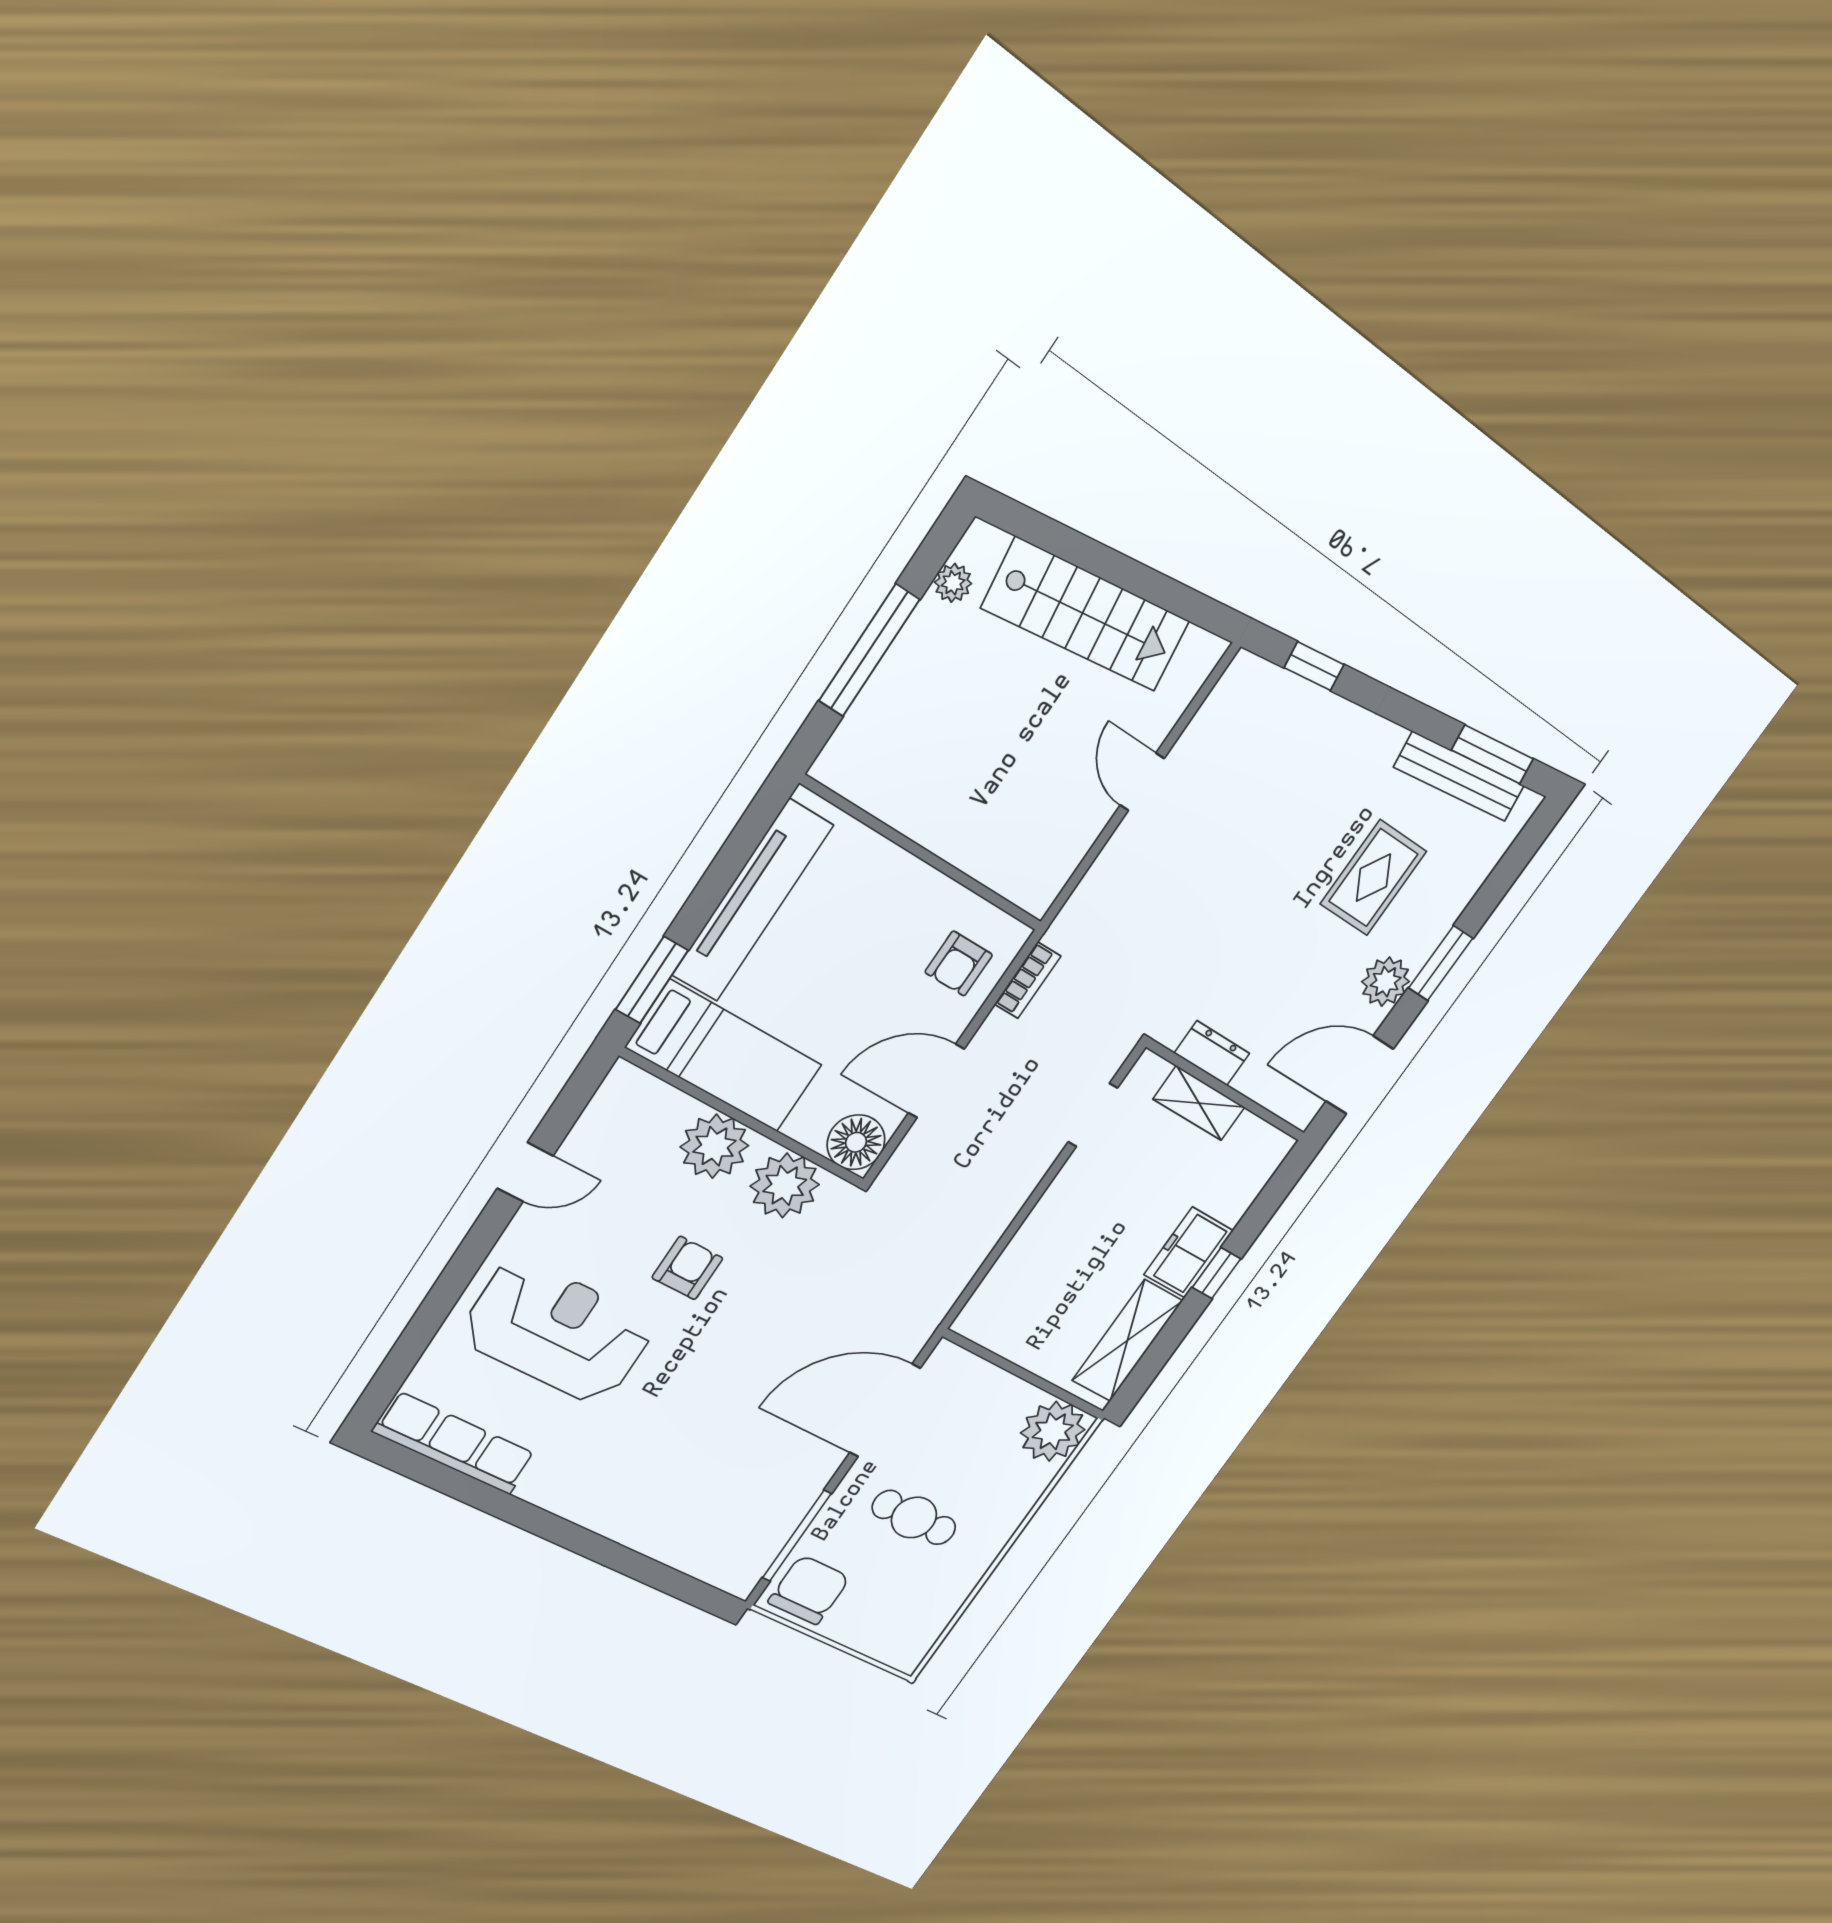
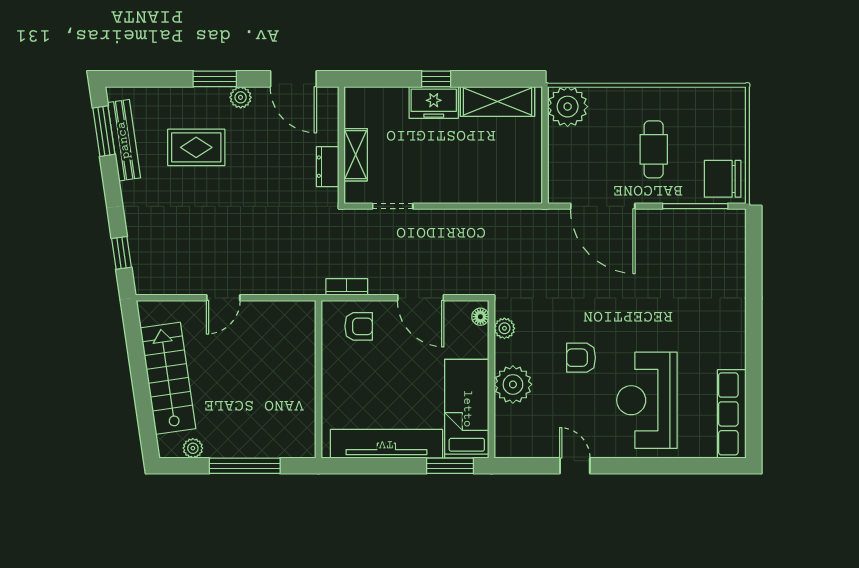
plant: (1386, 982) -> (241, 97), width x0.73, depth x0.73
floor lamp: (856, 1142) -> (480, 317), width x0.53, depth x0.53
plant: (785, 1185) -> (504, 328), width x0.53, depth x0.53

